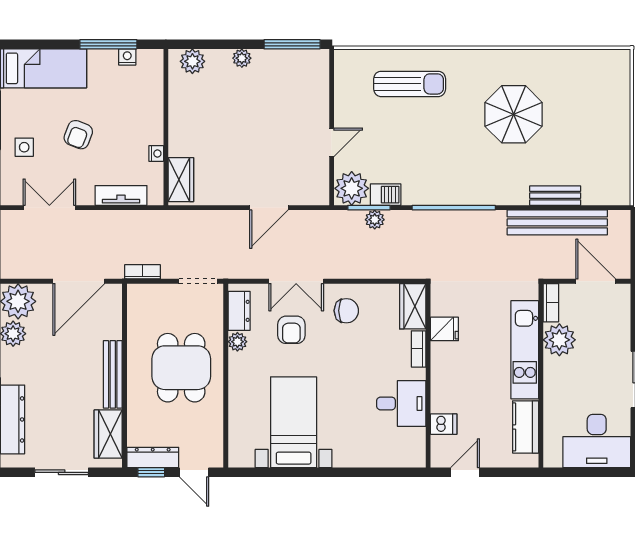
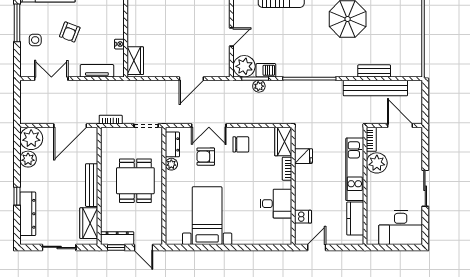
armchair: (291, 330) -> (206, 157), turned 90

